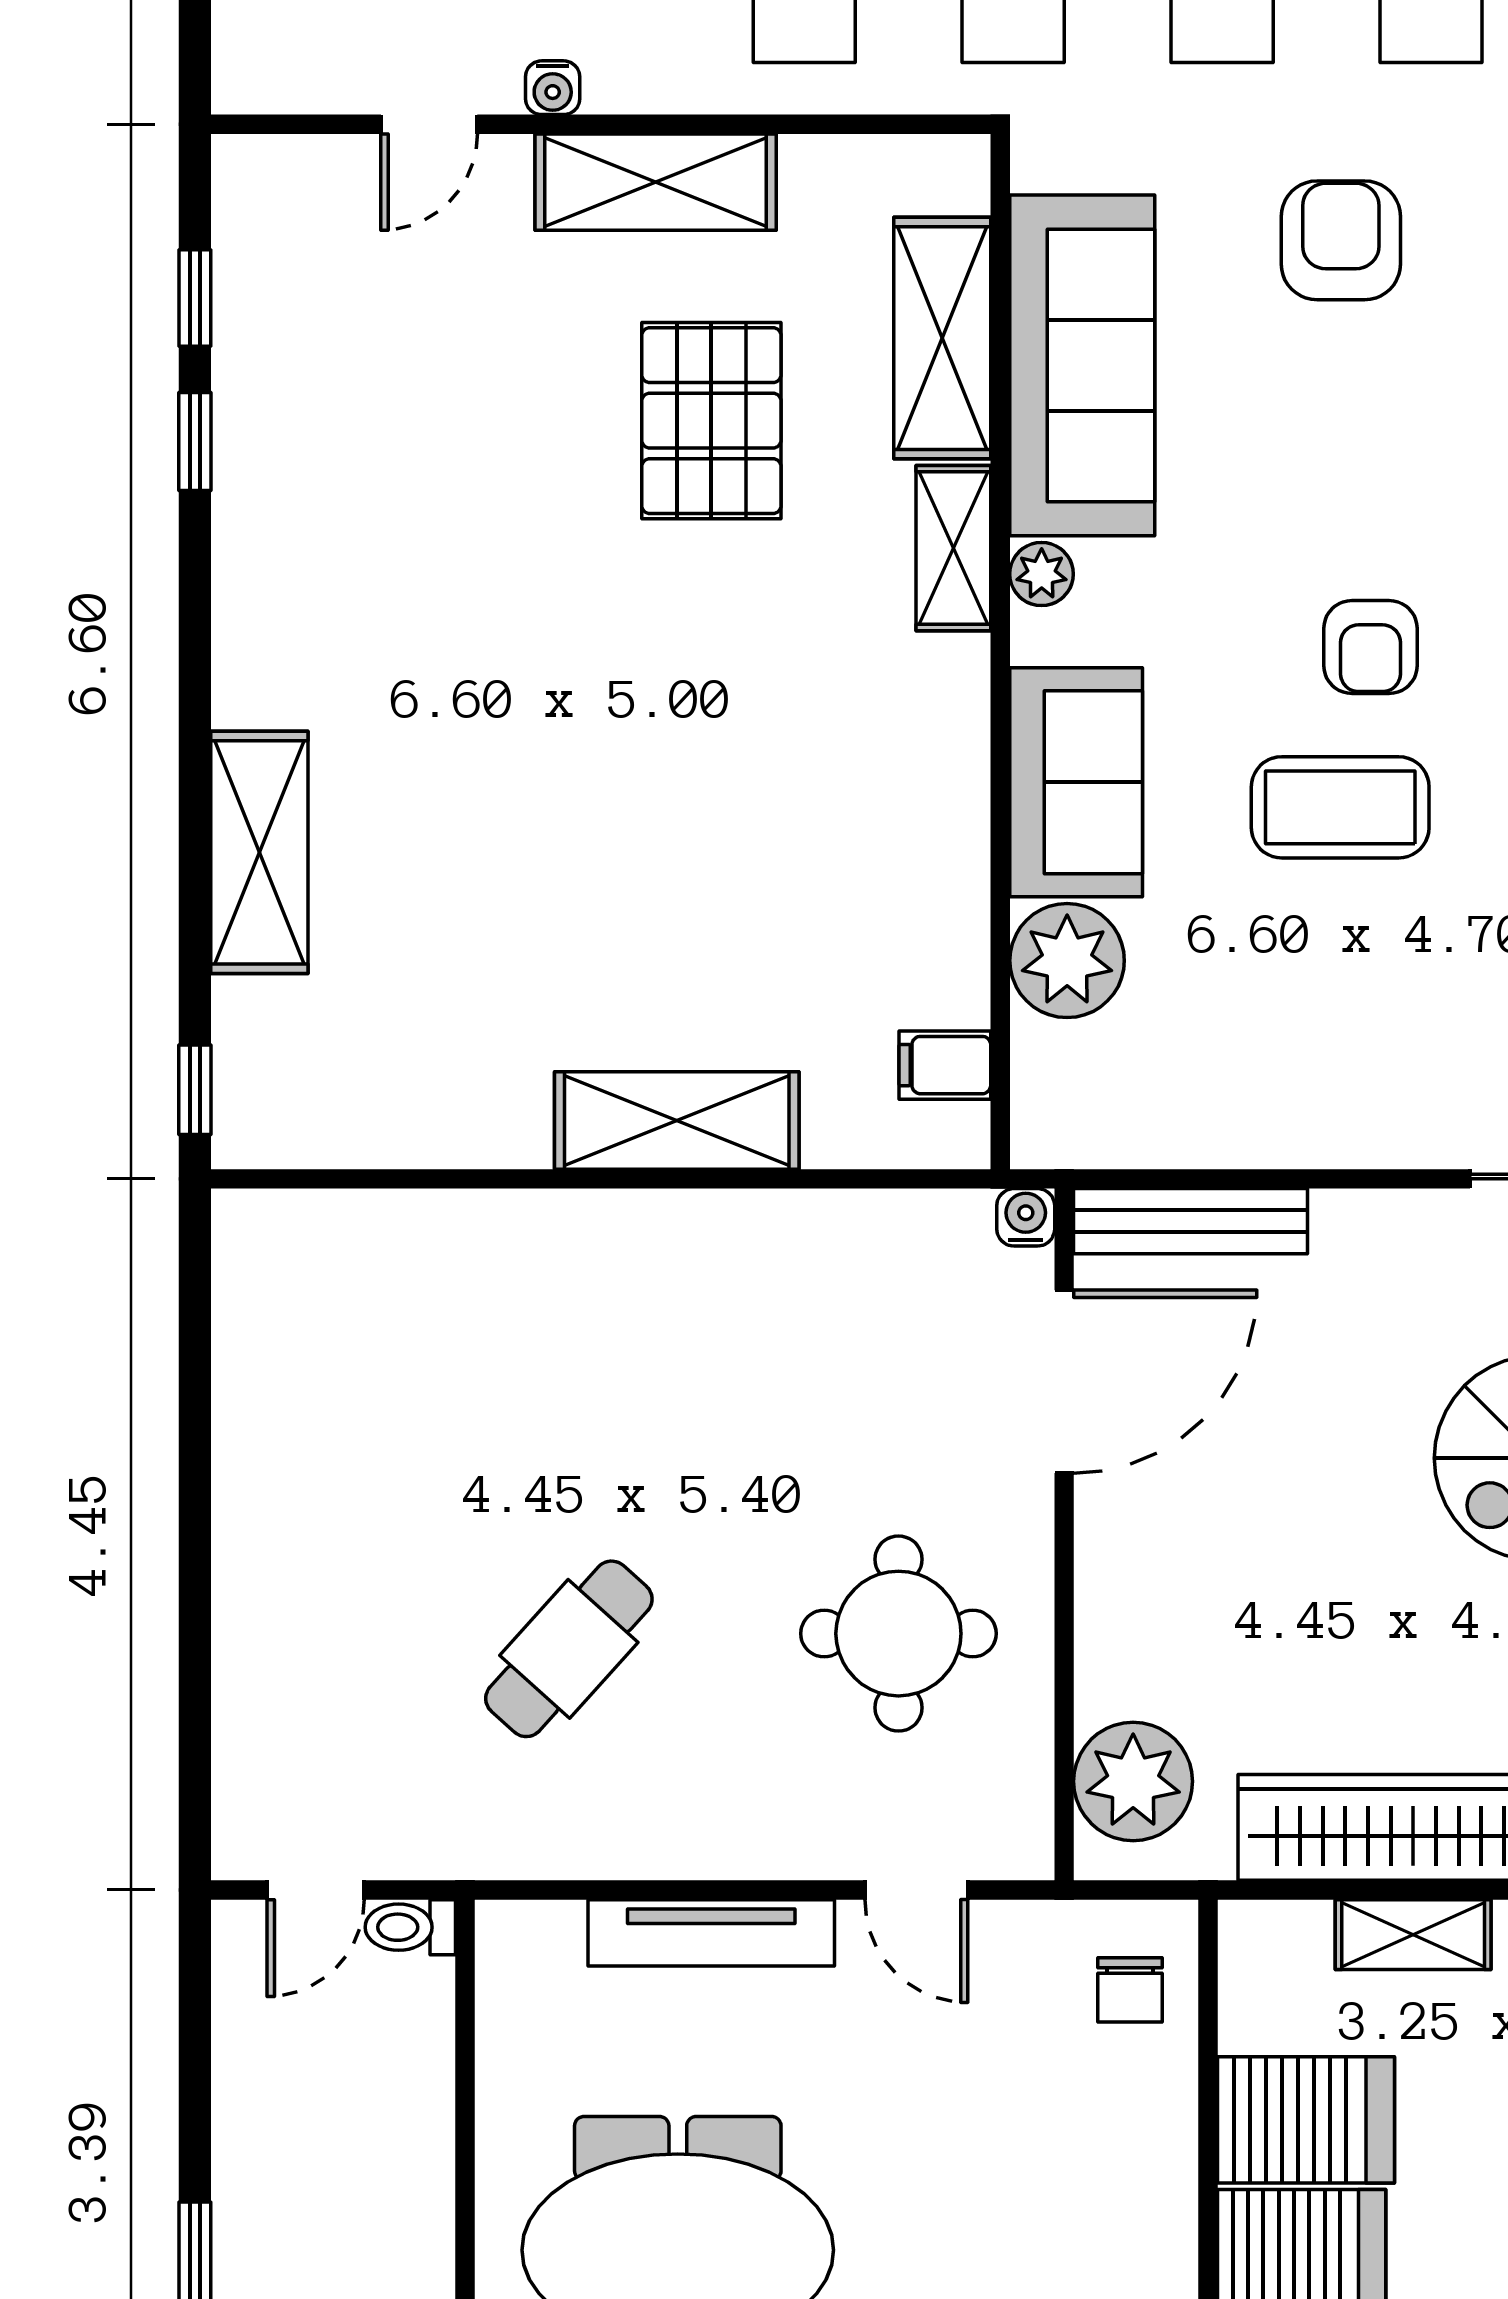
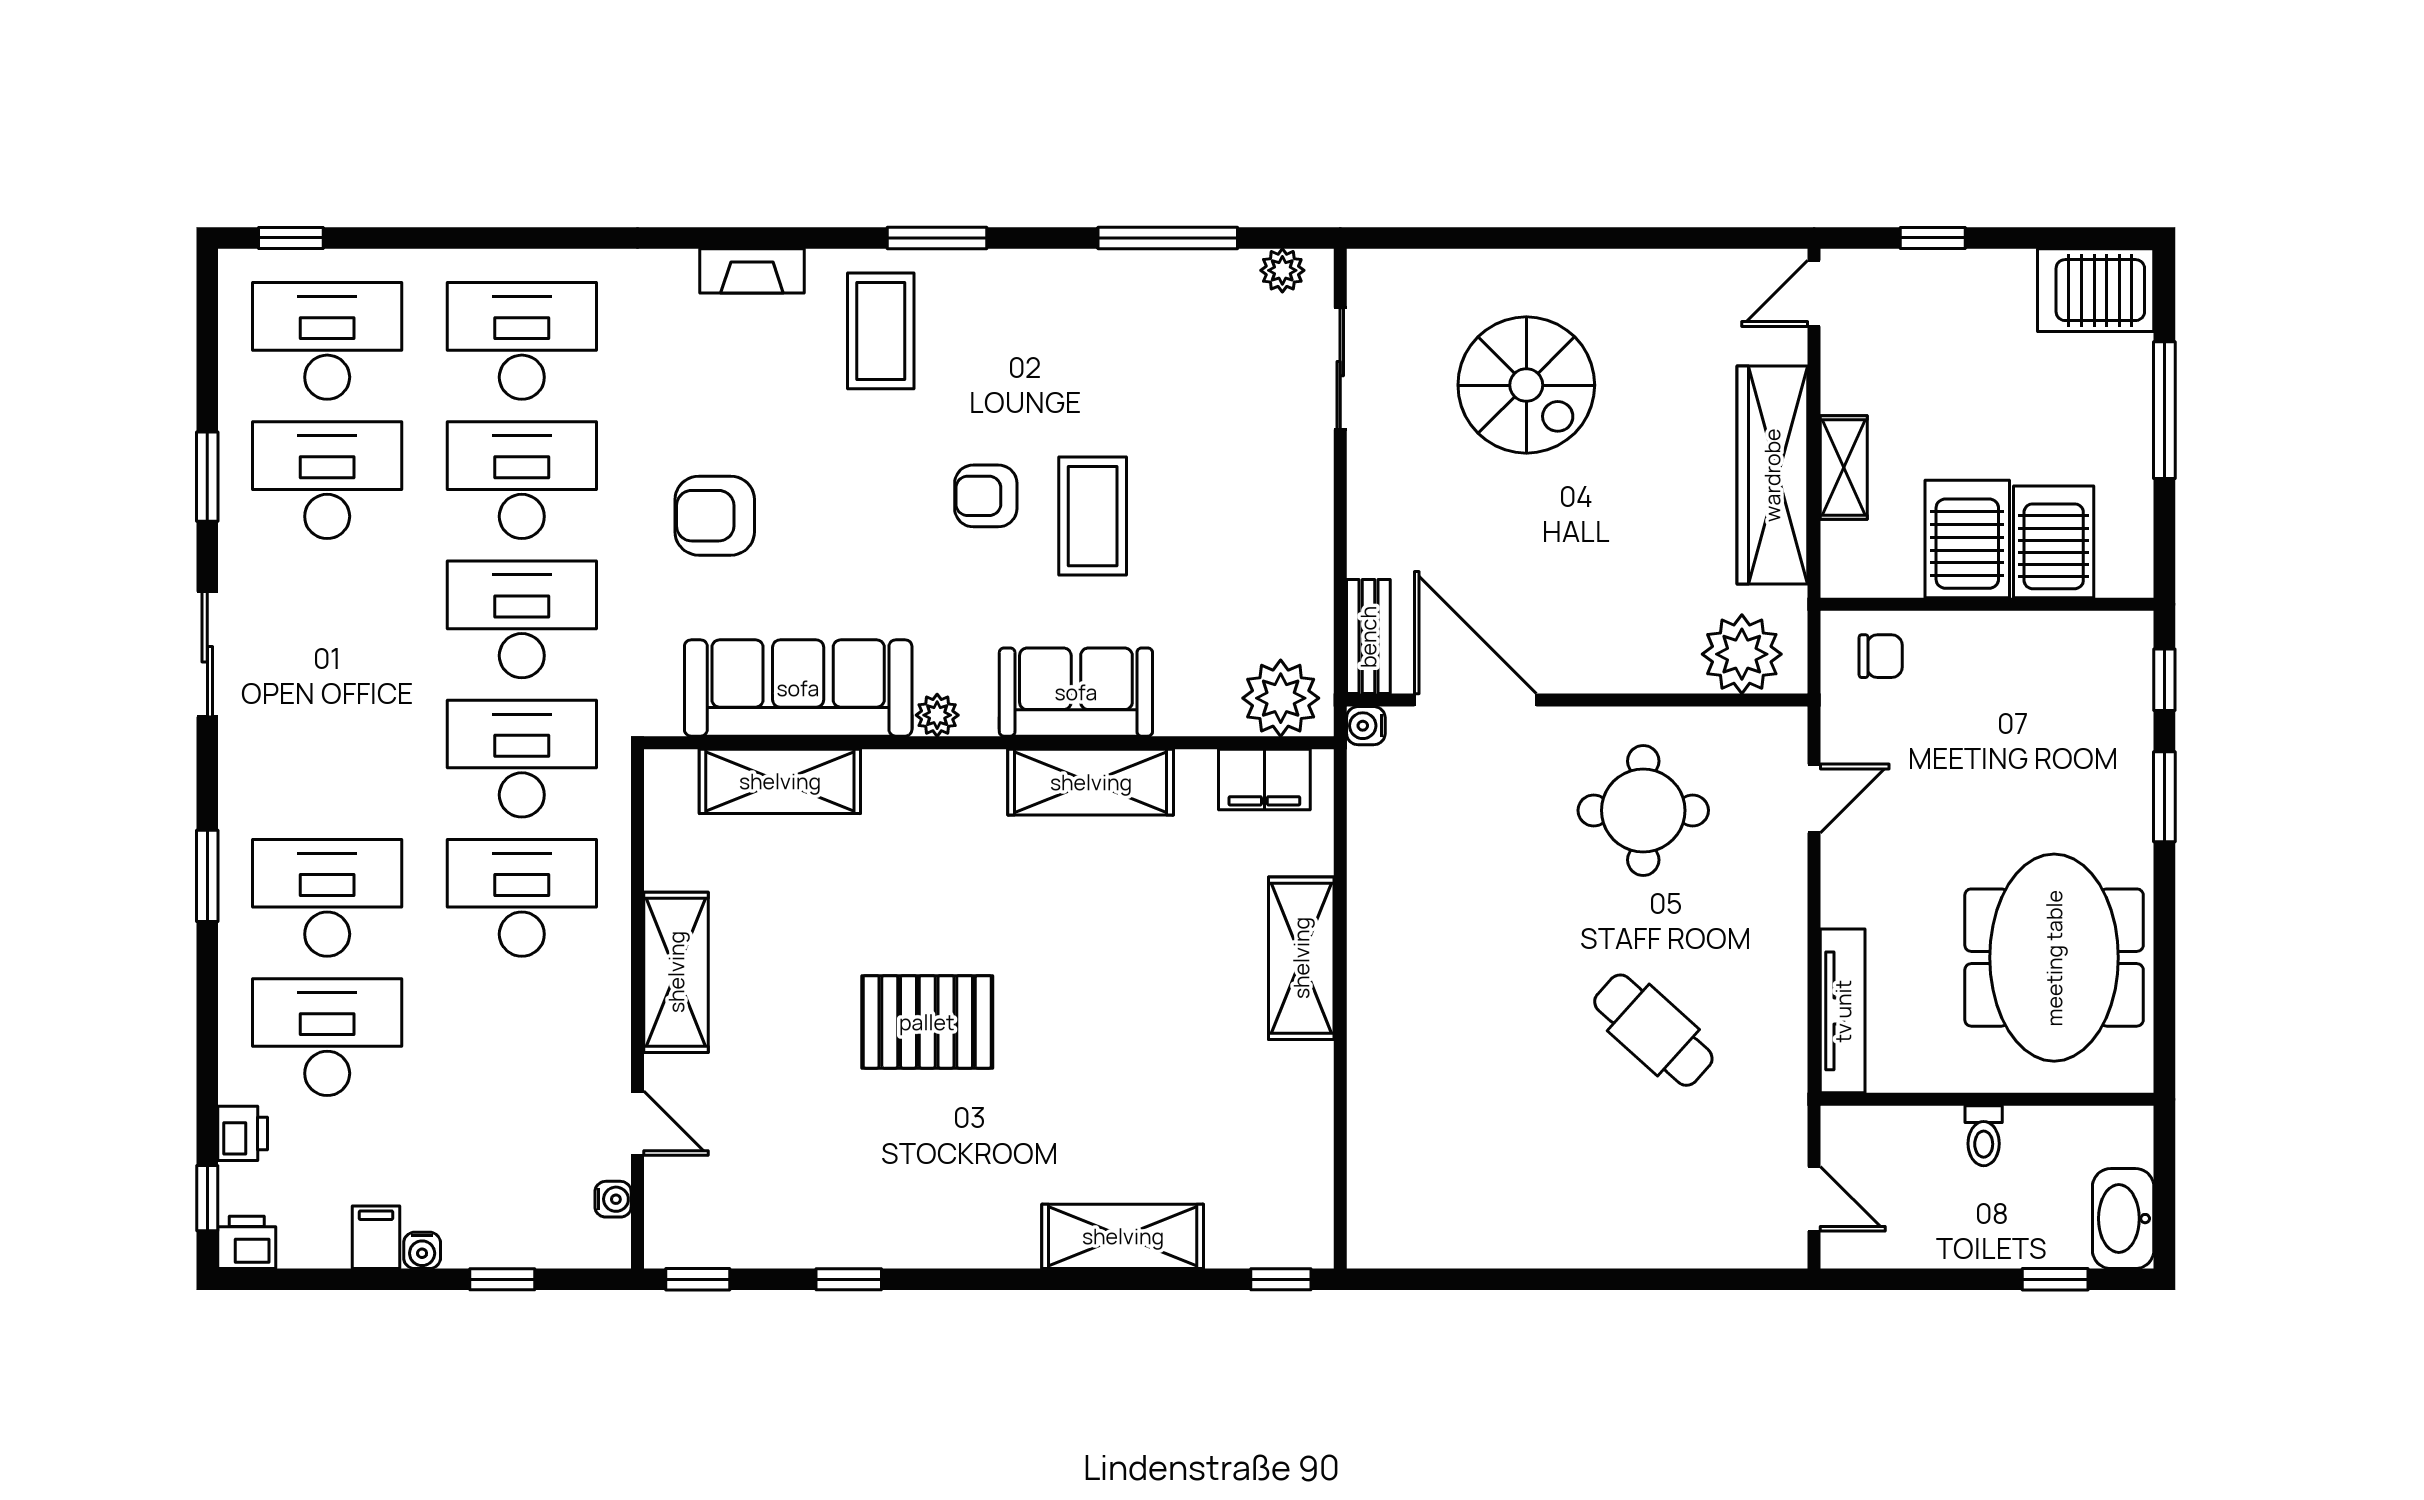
water cooler: (553, 88) -> (613, 1199), moved
window: (195, 298) -> (698, 1279), moved
pallet: (711, 421) -> (927, 1022), moved
shelving: (953, 548) -> (1091, 782), moved, width x1.50, depth x1.33
armchair: (1371, 647) -> (986, 496), turned 180
plant: (1067, 961) -> (1281, 698), moved
filing cabinet: (945, 1065) -> (1264, 779), width x2.00
bench: (1191, 1221) -> (1368, 637), width x0.73
toilet: (410, 1927) -> (1984, 1136), moved
tv unit: (711, 1933) -> (1843, 1011), moved

